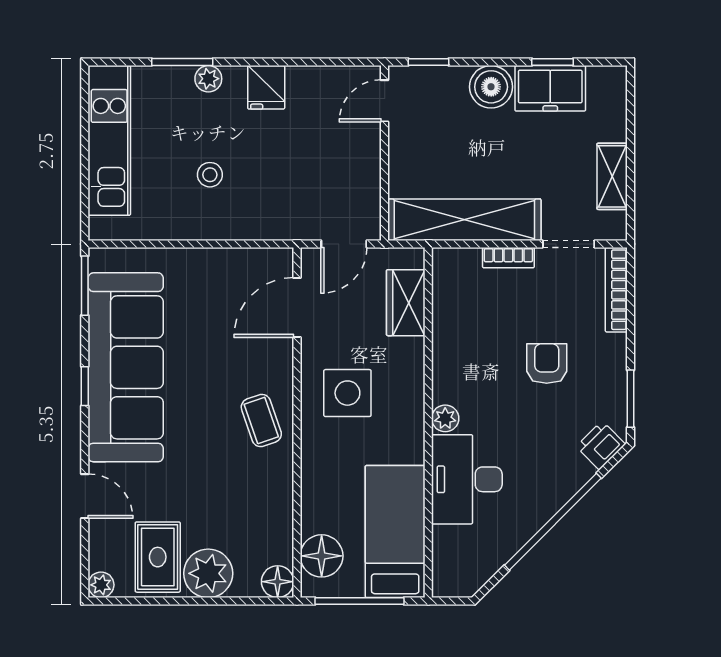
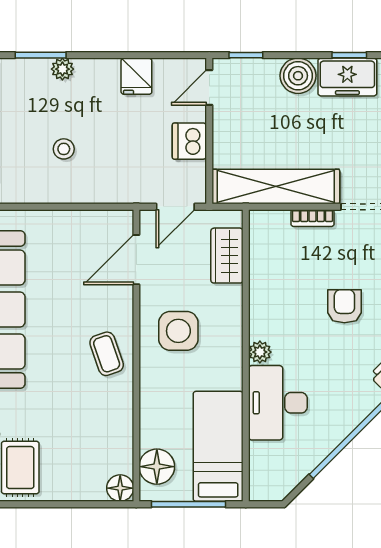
fridge: (266, 87) -> (136, 76), moved
dishwasher: (361, 165) -> (189, 141), added
plant: (208, 573) -> (62, 481), removed

